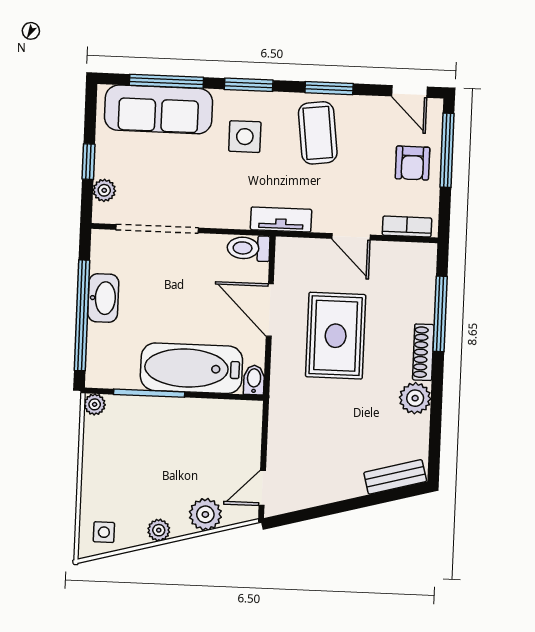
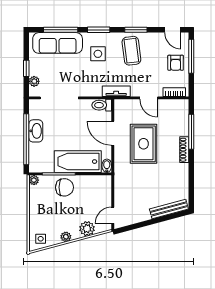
plant: (415, 398) -> (181, 171), removed
chair: (160, 423) -> (64, 187), added
bench: (395, 477) -> (169, 209), width x1.36

